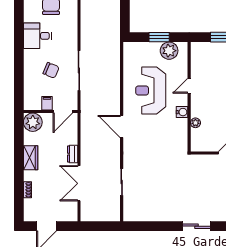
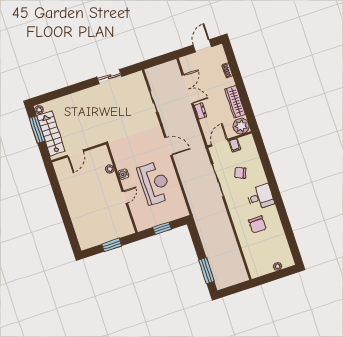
plant: (169, 51) -> (150, 220), removed
wardrobe: (31, 158) -> (235, 102), width x1.50
sliding door: (196, 226) -> (109, 77), moved

